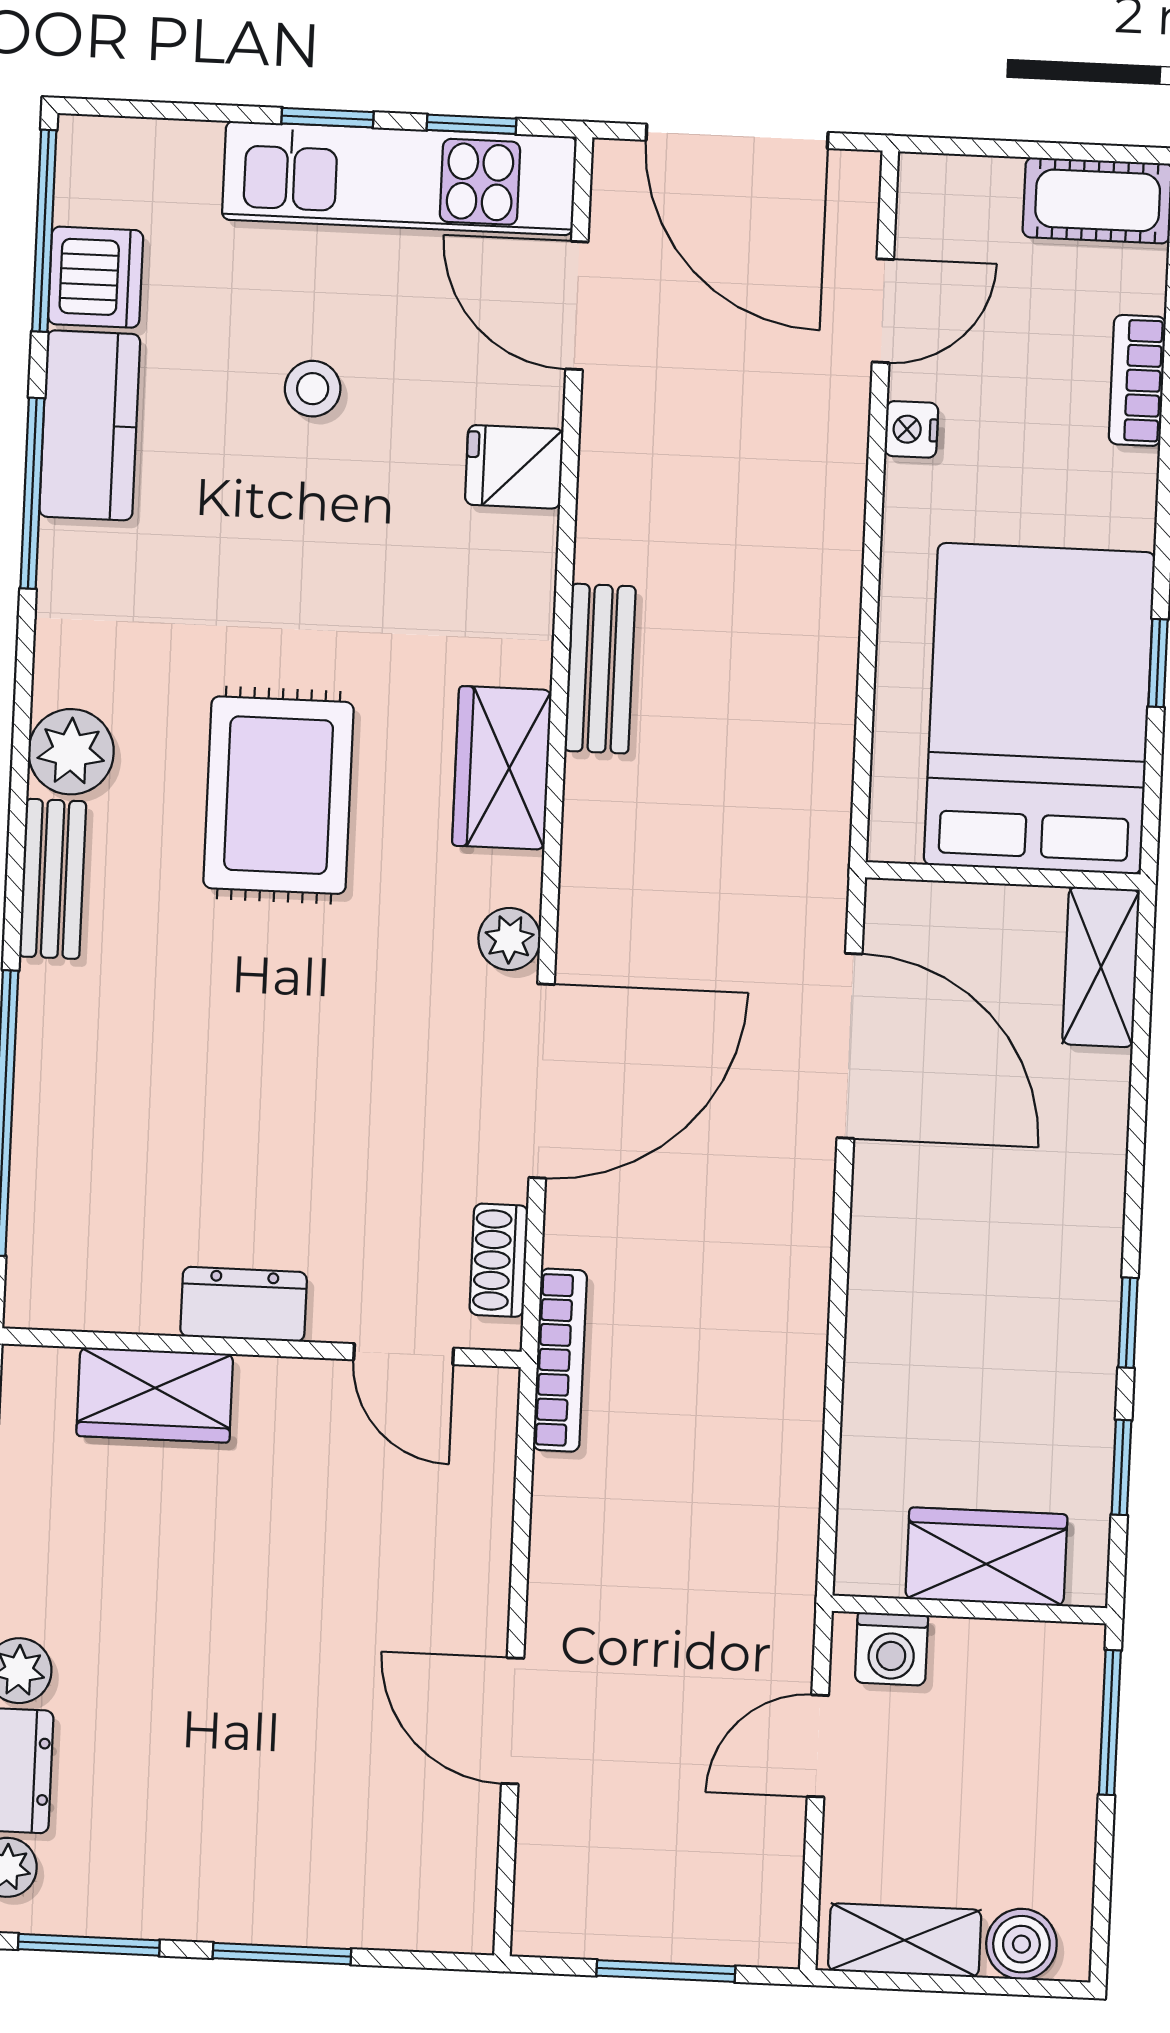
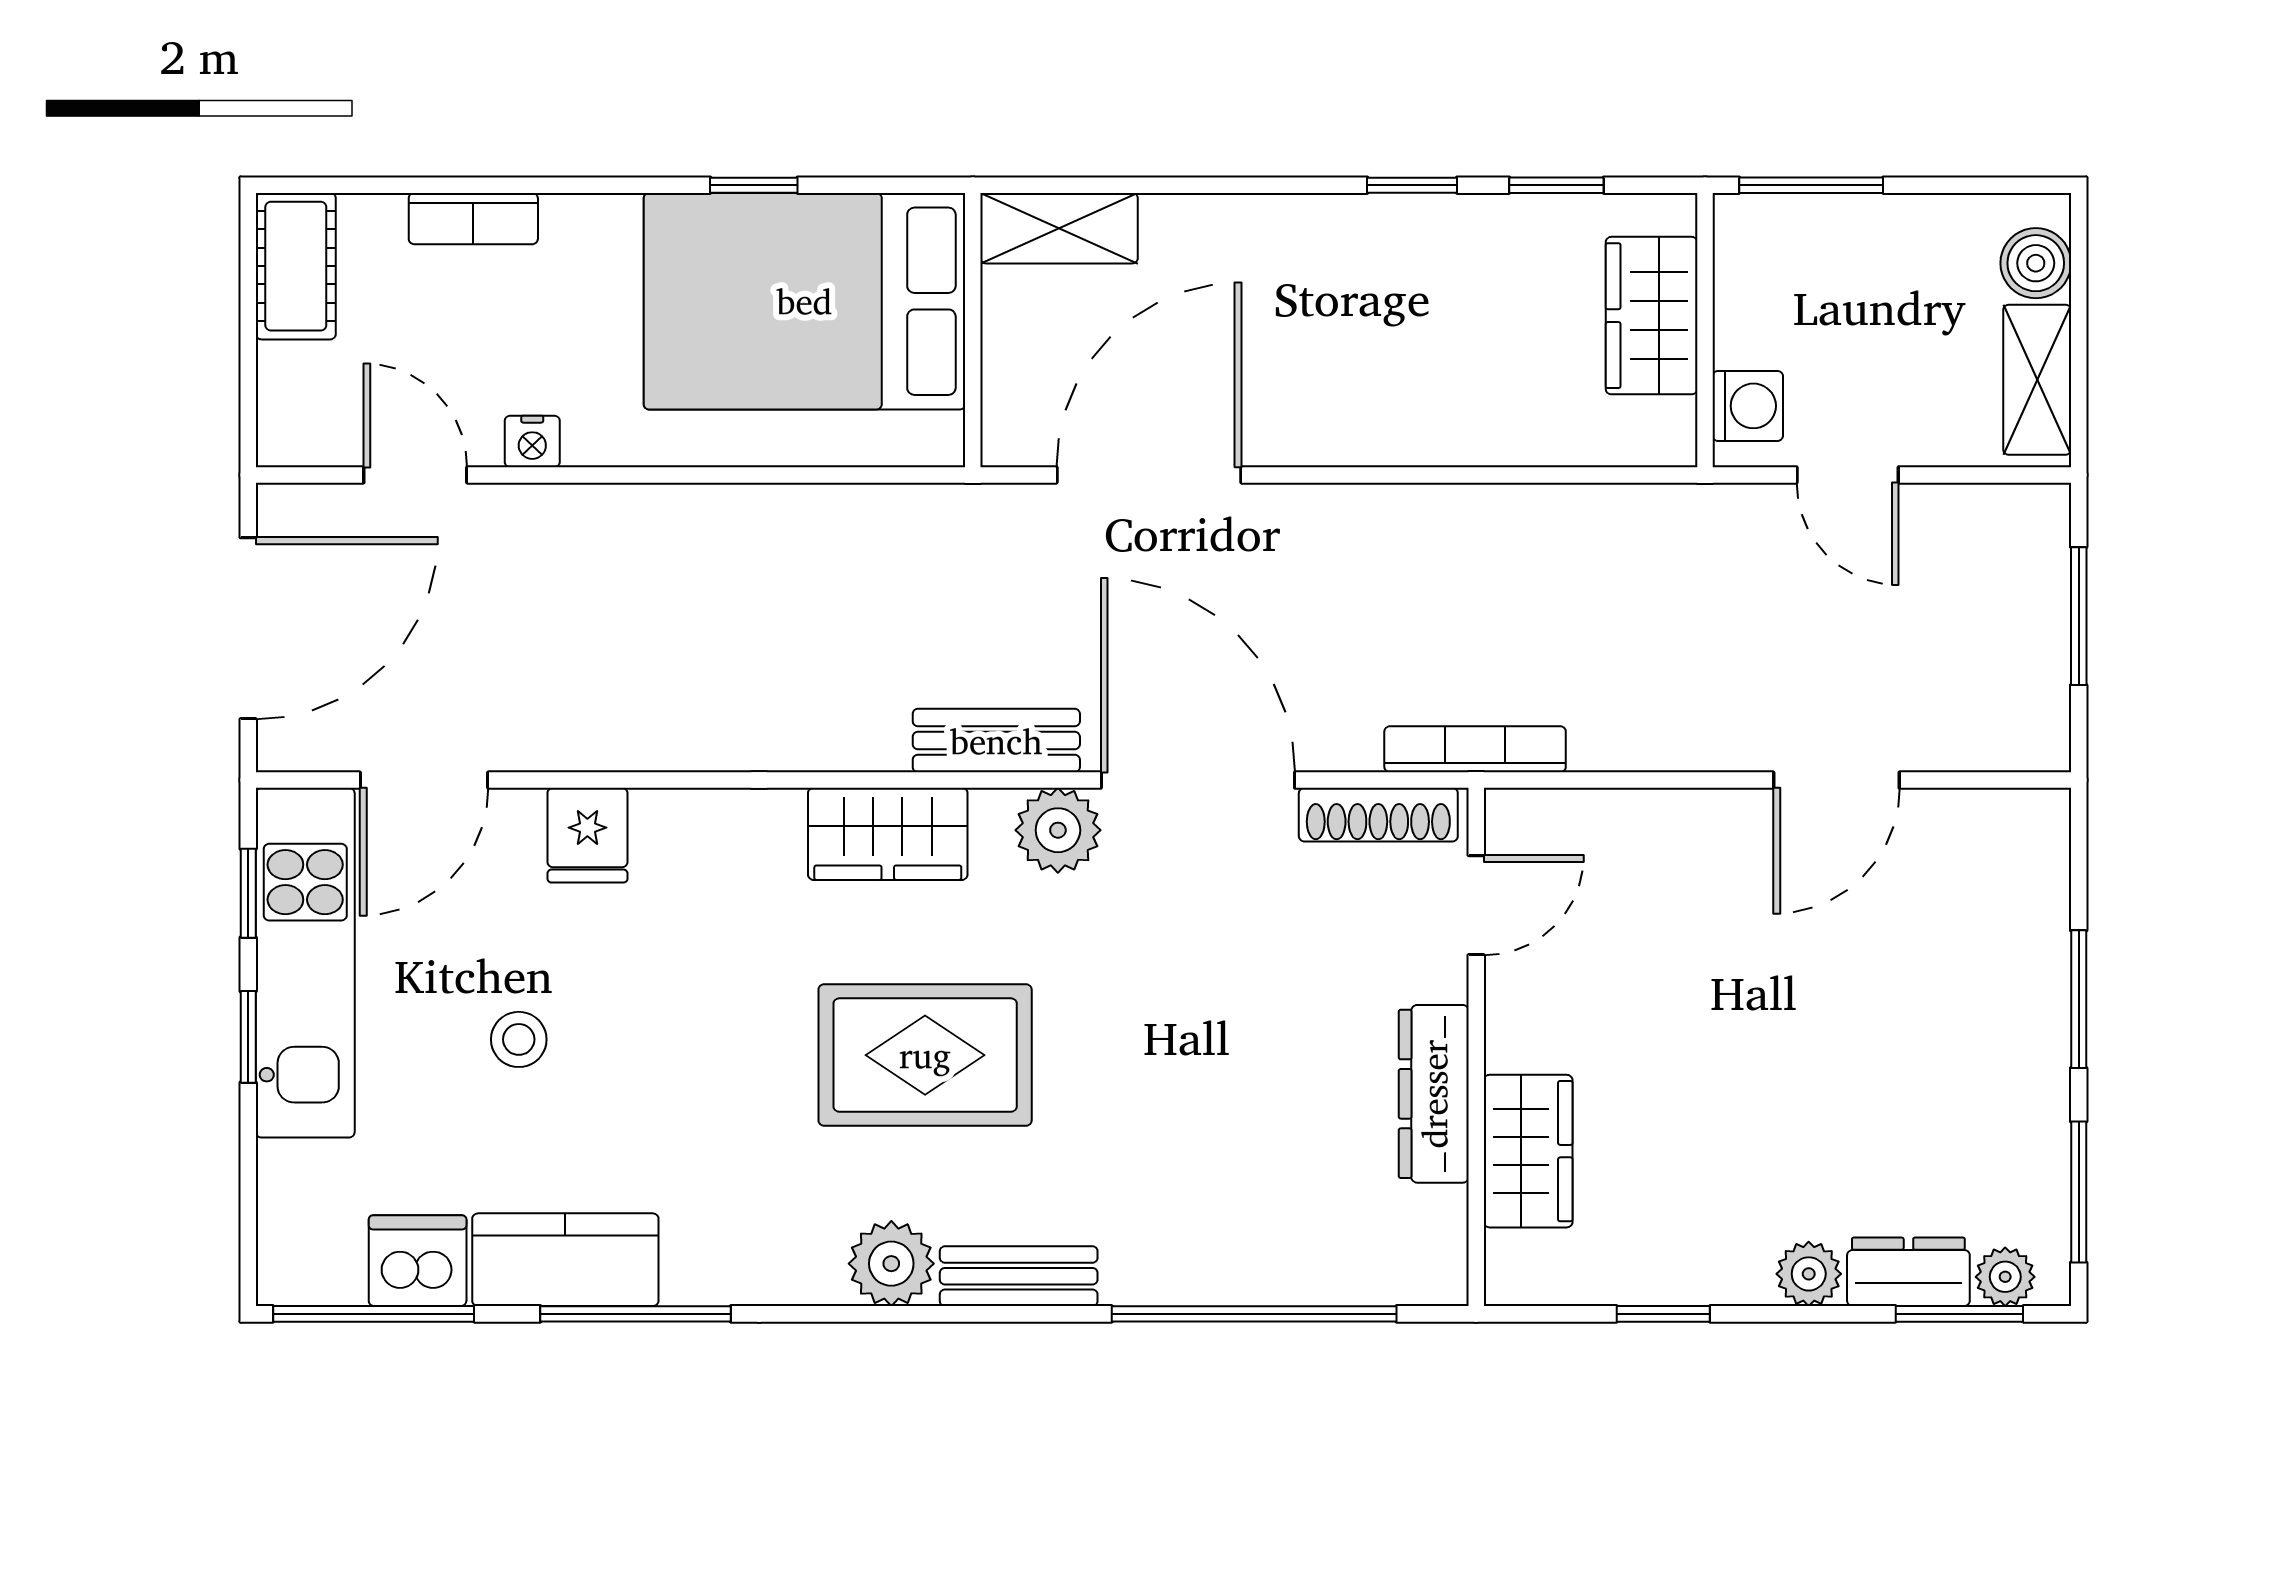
bench: (600, 669) -> (996, 741), moved
plant: (509, 939) -> (1058, 830), width x1.38, depth x1.38
shoe rack: (499, 1260) -> (1378, 815), width x1.43
dresser: (244, 1304) -> (1434, 1094), width x1.44

